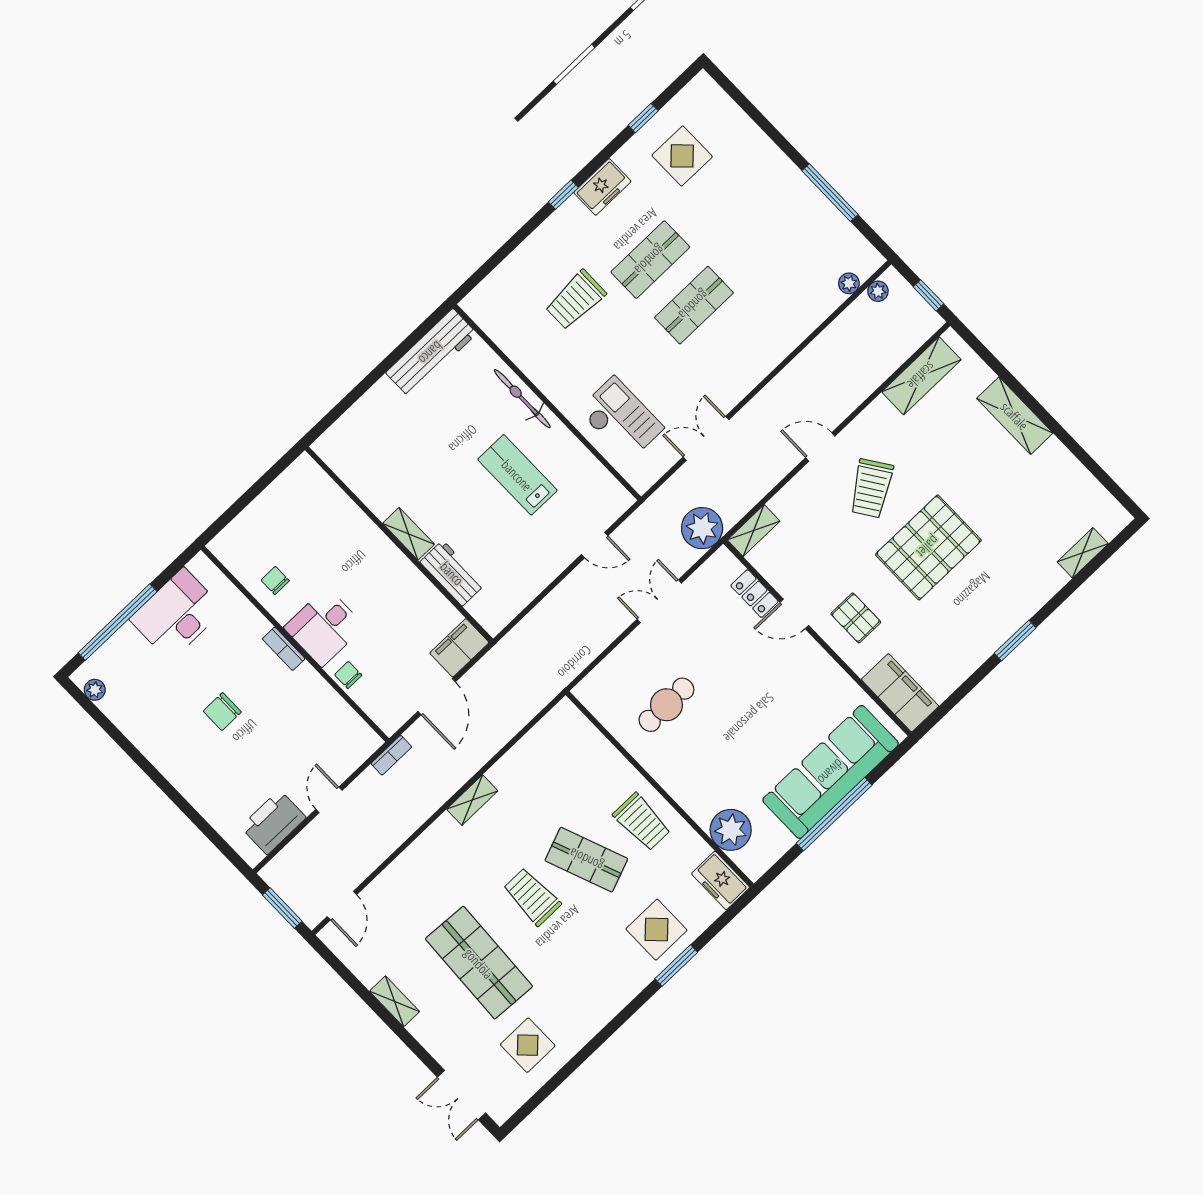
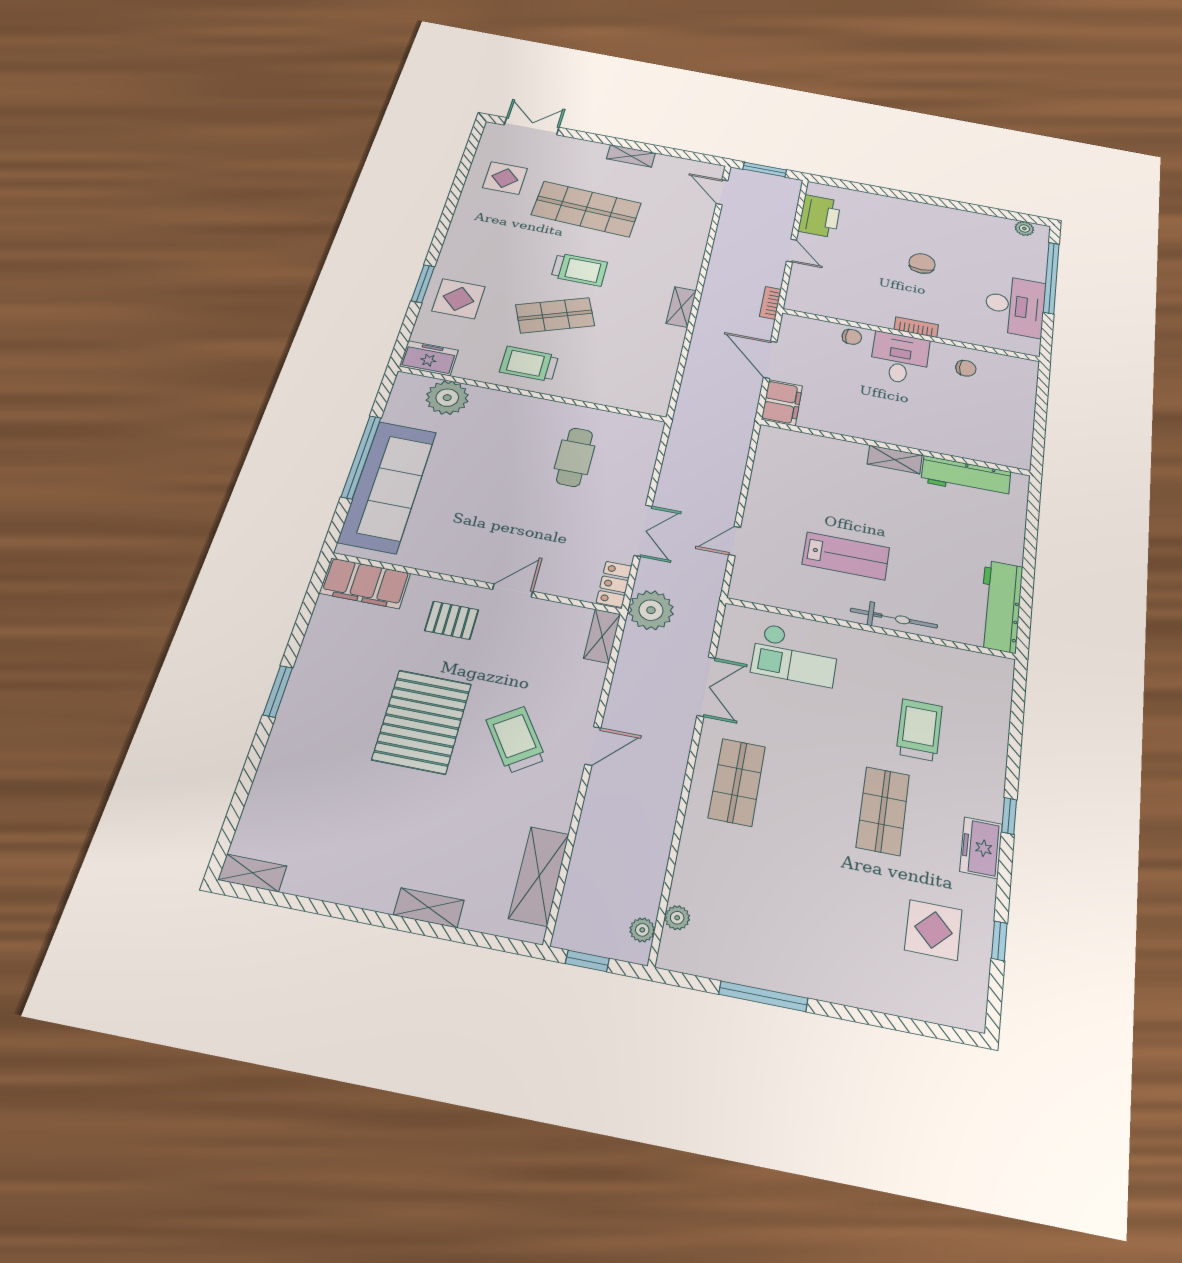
shop shelf: (694, 305) -> (737, 782), moved
shelving: (1015, 416) -> (429, 908), width x0.67, depth x0.75
shelving: (1083, 553) -> (252, 873), moved, turned 90
workbench: (452, 573) -> (966, 477), moved, width x1.37
locker: (754, 593) -> (614, 584), moved, turned -90

